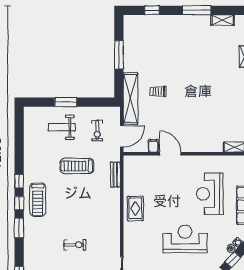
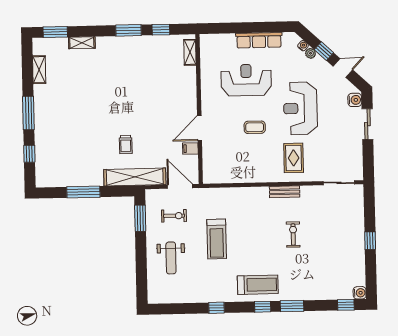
window: (197, 10) -> (28, 113), moved
window: (66, 102) -> (140, 218), moved
bench: (115, 175) -> (285, 192), moved
window: (19, 181) -> (216, 308), moved
reception desk: (210, 194) -> (246, 80), turned 180
coffee table: (170, 200) -> (255, 127), added
rug: (135, 208) -> (294, 158), moved, turned 90
exercise bike: (75, 245) -> (293, 234), moved

